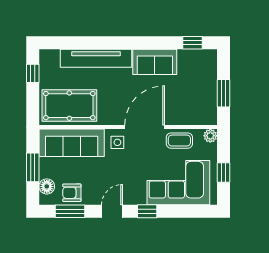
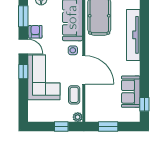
sofa: (155, 62) -> (131, 92), moved
window: (223, 172) -> (61, 127), moved
corner sofa: (178, 183) -> (44, 77), moved
armchair: (72, 193) -> (35, 32), moved

